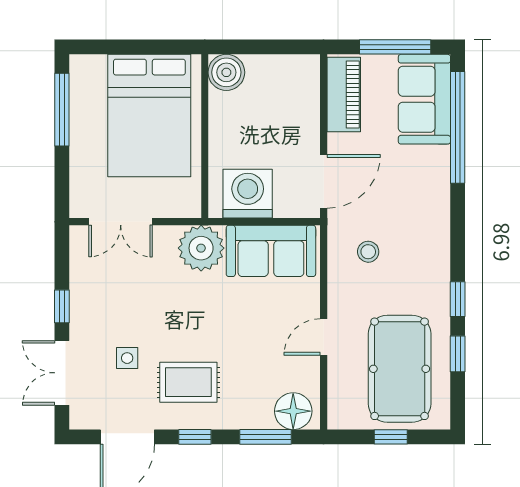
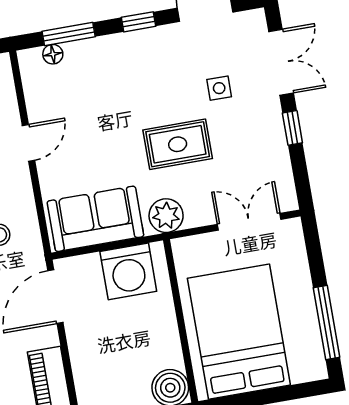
plant: (201, 248) -> (166, 216), width x0.73, depth x0.73
rug: (188, 382) -> (178, 144), moved
floor lamp: (293, 411) -> (53, 54), width x0.53, depth x0.53

